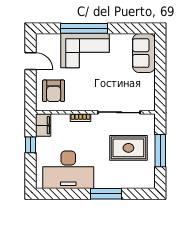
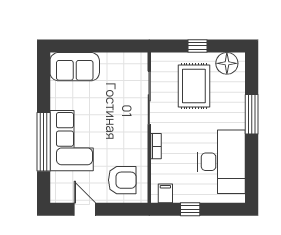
door: (30, 61) -> (85, 209), hinge flipped
filing cabinet: (43, 125) -> (165, 193), width x0.50
window: (160, 151) -> (197, 46), width x0.46
floor lamp: (146, 174) -> (227, 63), added

